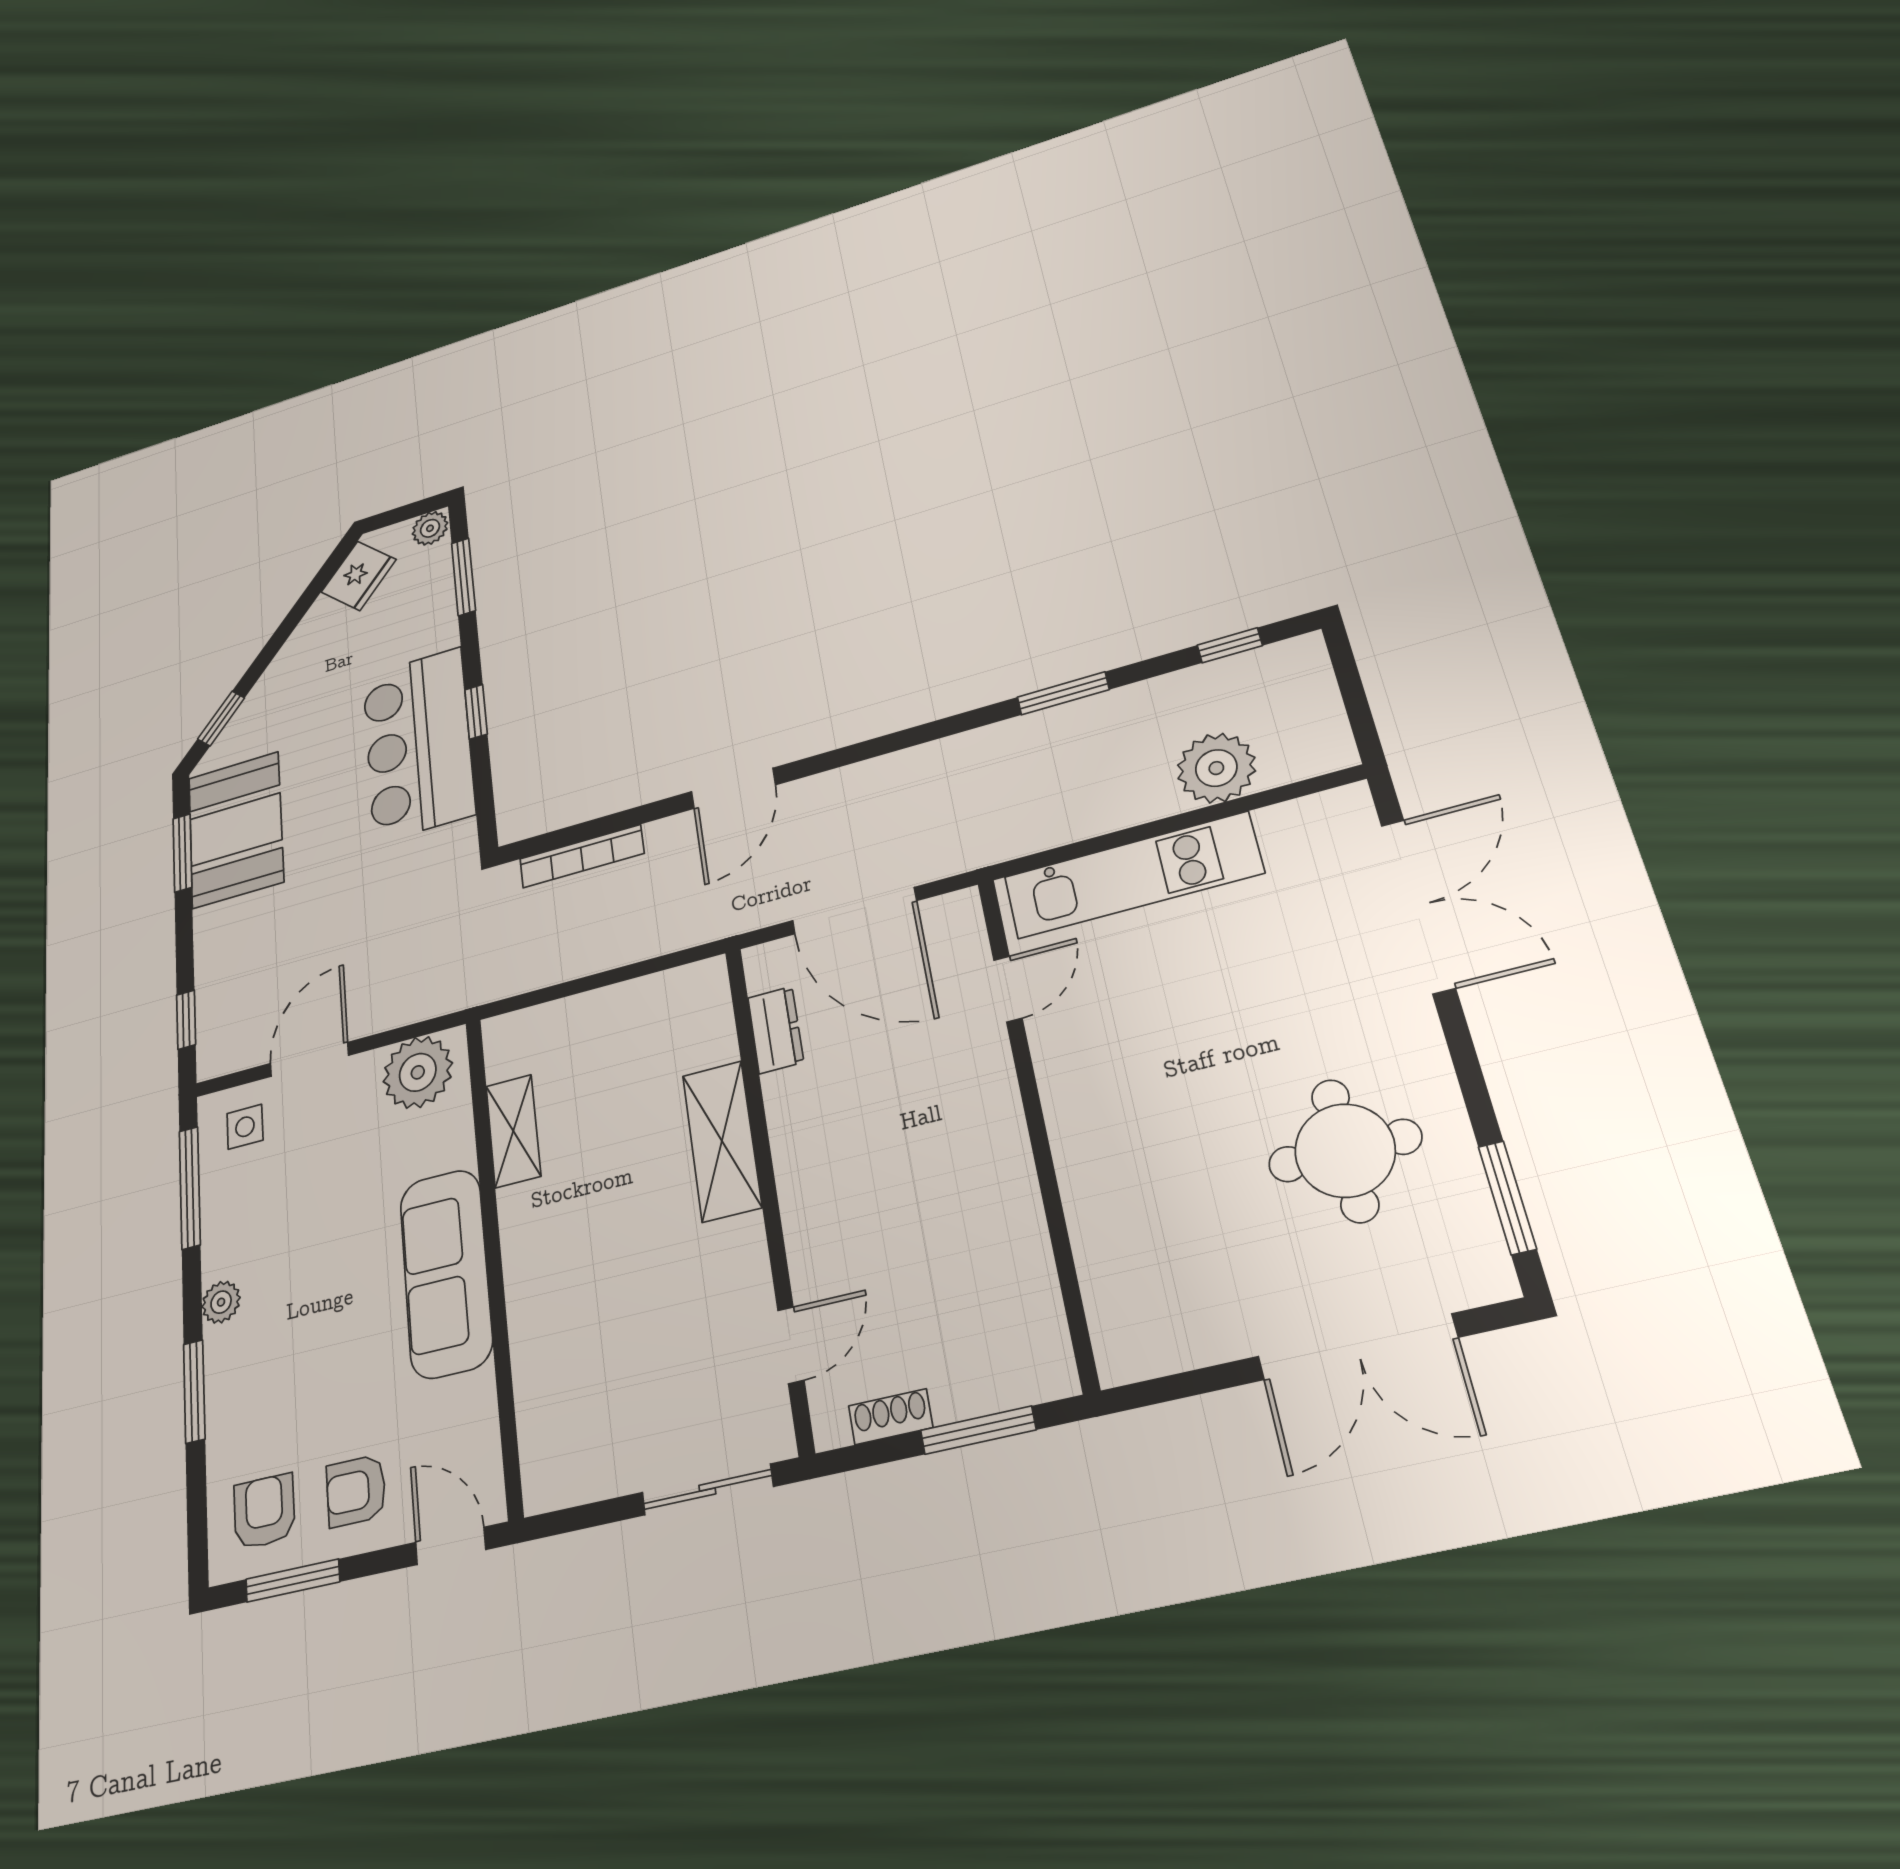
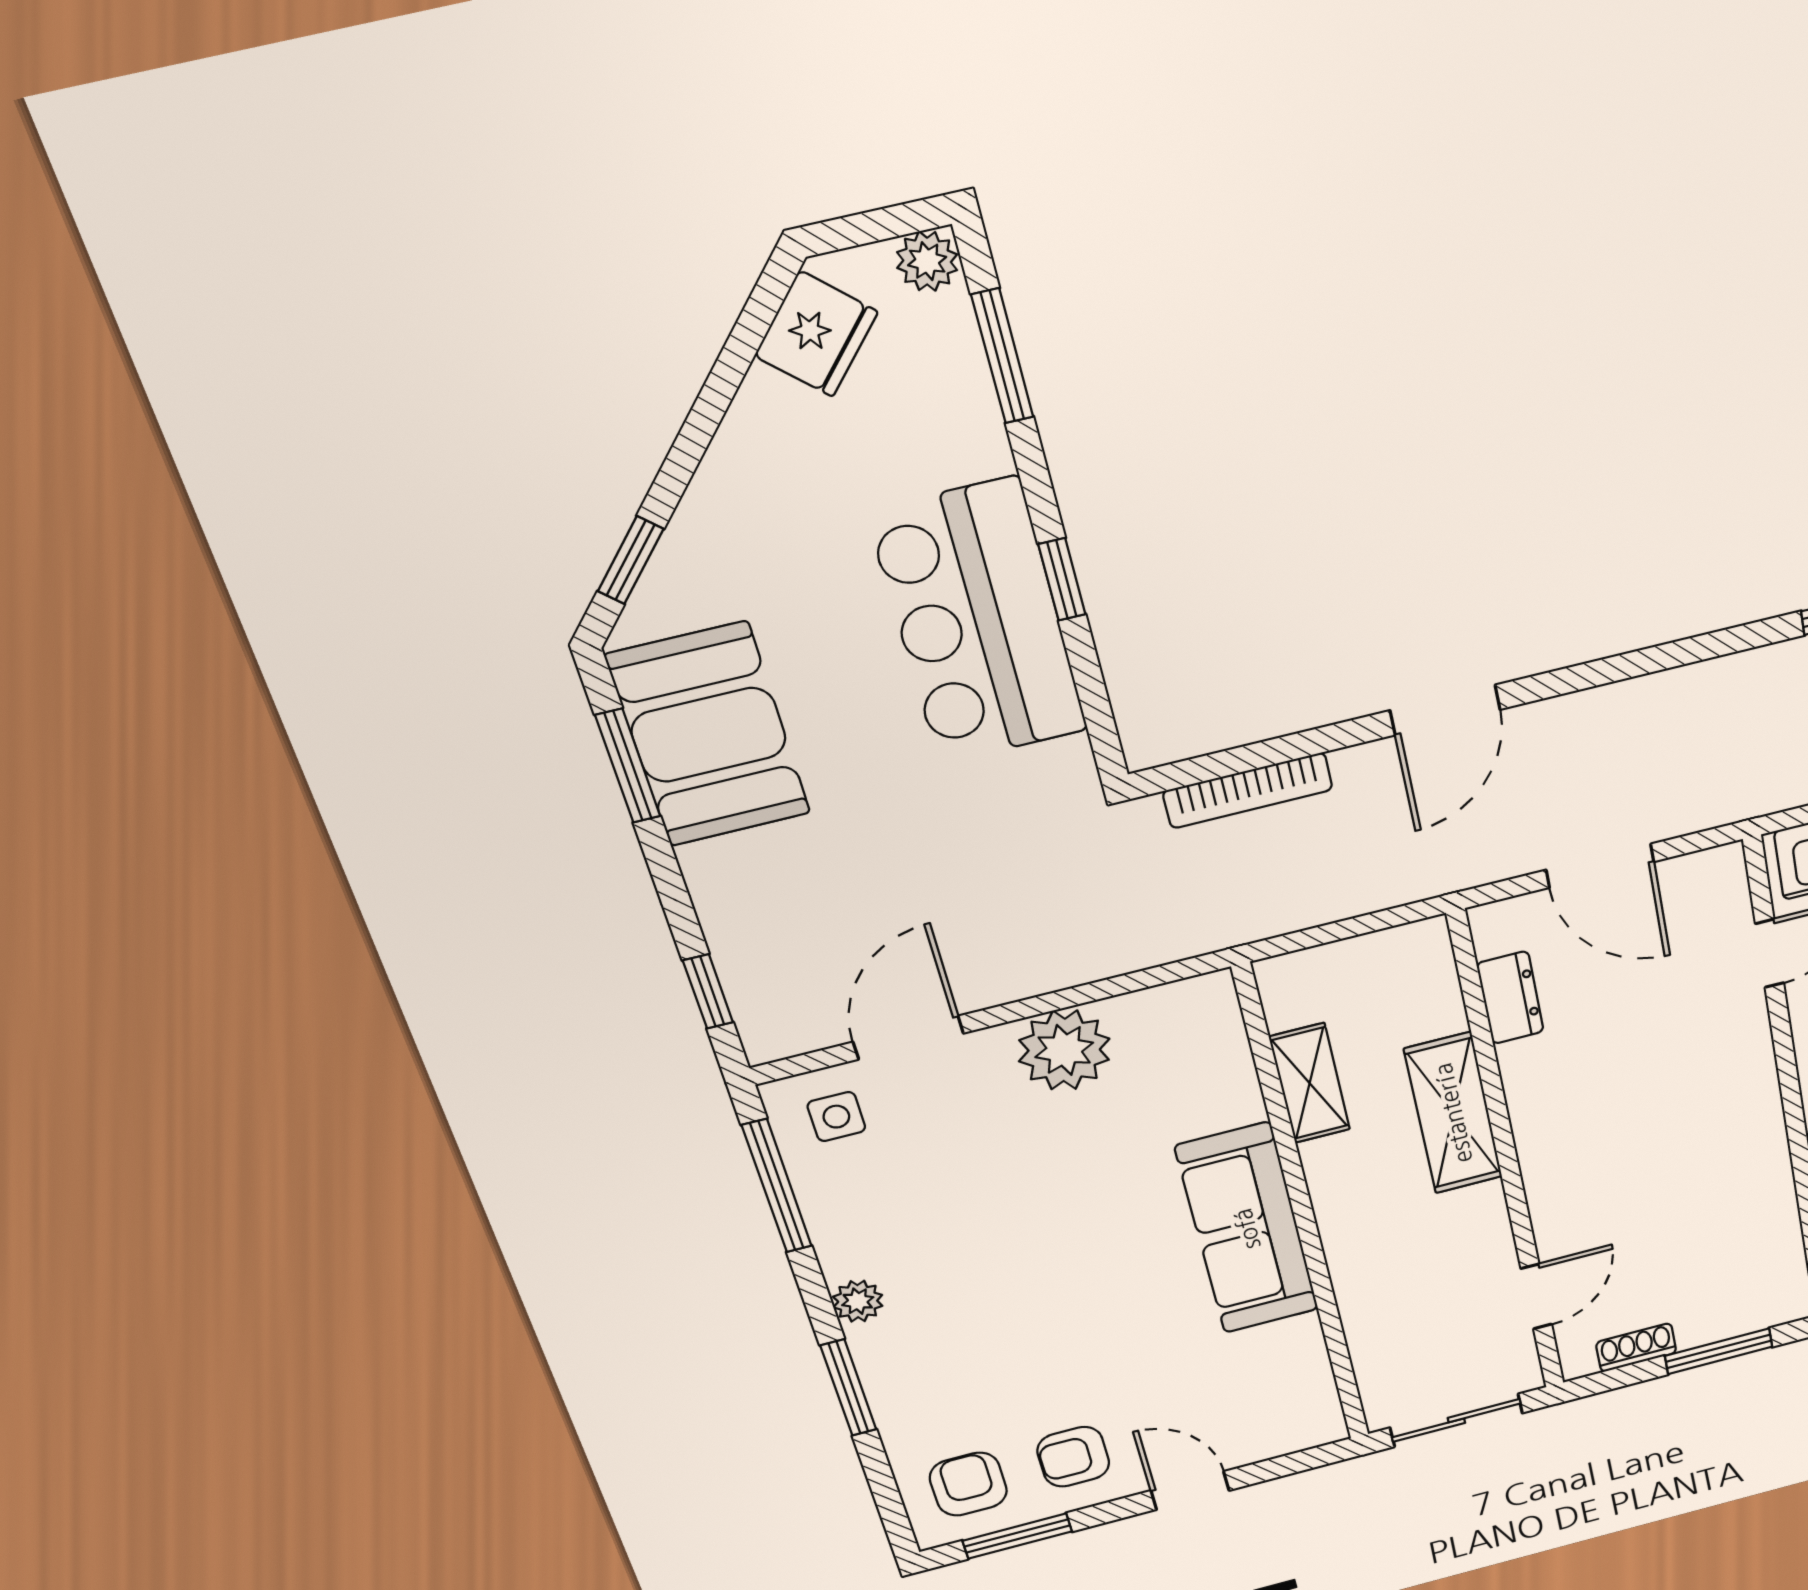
door: (854, 911) -> (1600, 866), width x0.73
shelving: (513, 1131) -> (1310, 1083), moved
wall: (493, 1258) -> (1303, 1211), moved
sofa: (446, 1273) -> (1247, 1229), moved

